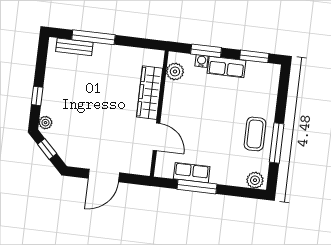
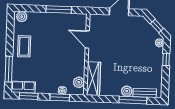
plant: (102, 52) -> (127, 91), added
row of seats: (227, 67) -> (23, 87), moved
wardrobe: (150, 93) -> (94, 79), moved
window: (277, 143) -> (9, 69), moved
row of seats: (192, 173) -> (63, 18), removed

